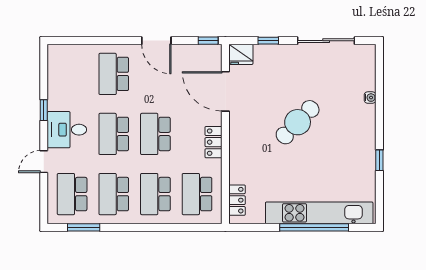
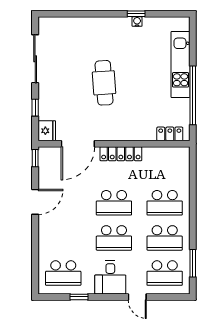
school desk: (114, 74) -> (63, 273), moved
water cooler: (370, 98) -> (137, 22), moved
window: (44, 110) -> (79, 297), moved
cafe table: (298, 122) -> (104, 83), turned 42
locker: (213, 142) -> (121, 154), width x1.53
school desk: (197, 194) -> (165, 168), removed
kitchen unit: (319, 213) -> (181, 65), width x0.73
window: (314, 227) -> (193, 95), moved

